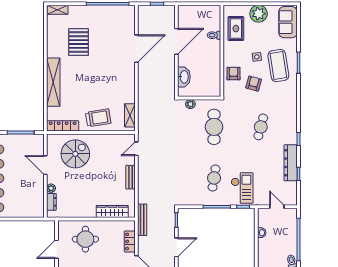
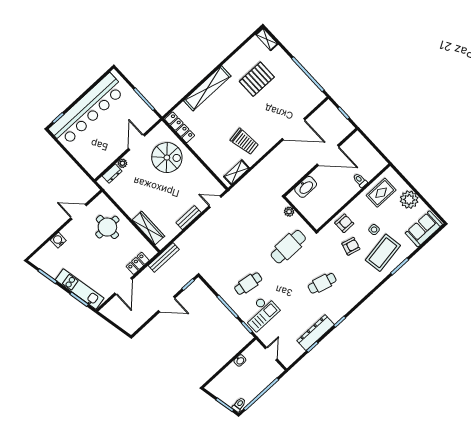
trolley: (98, 118) -> (244, 142), moved

